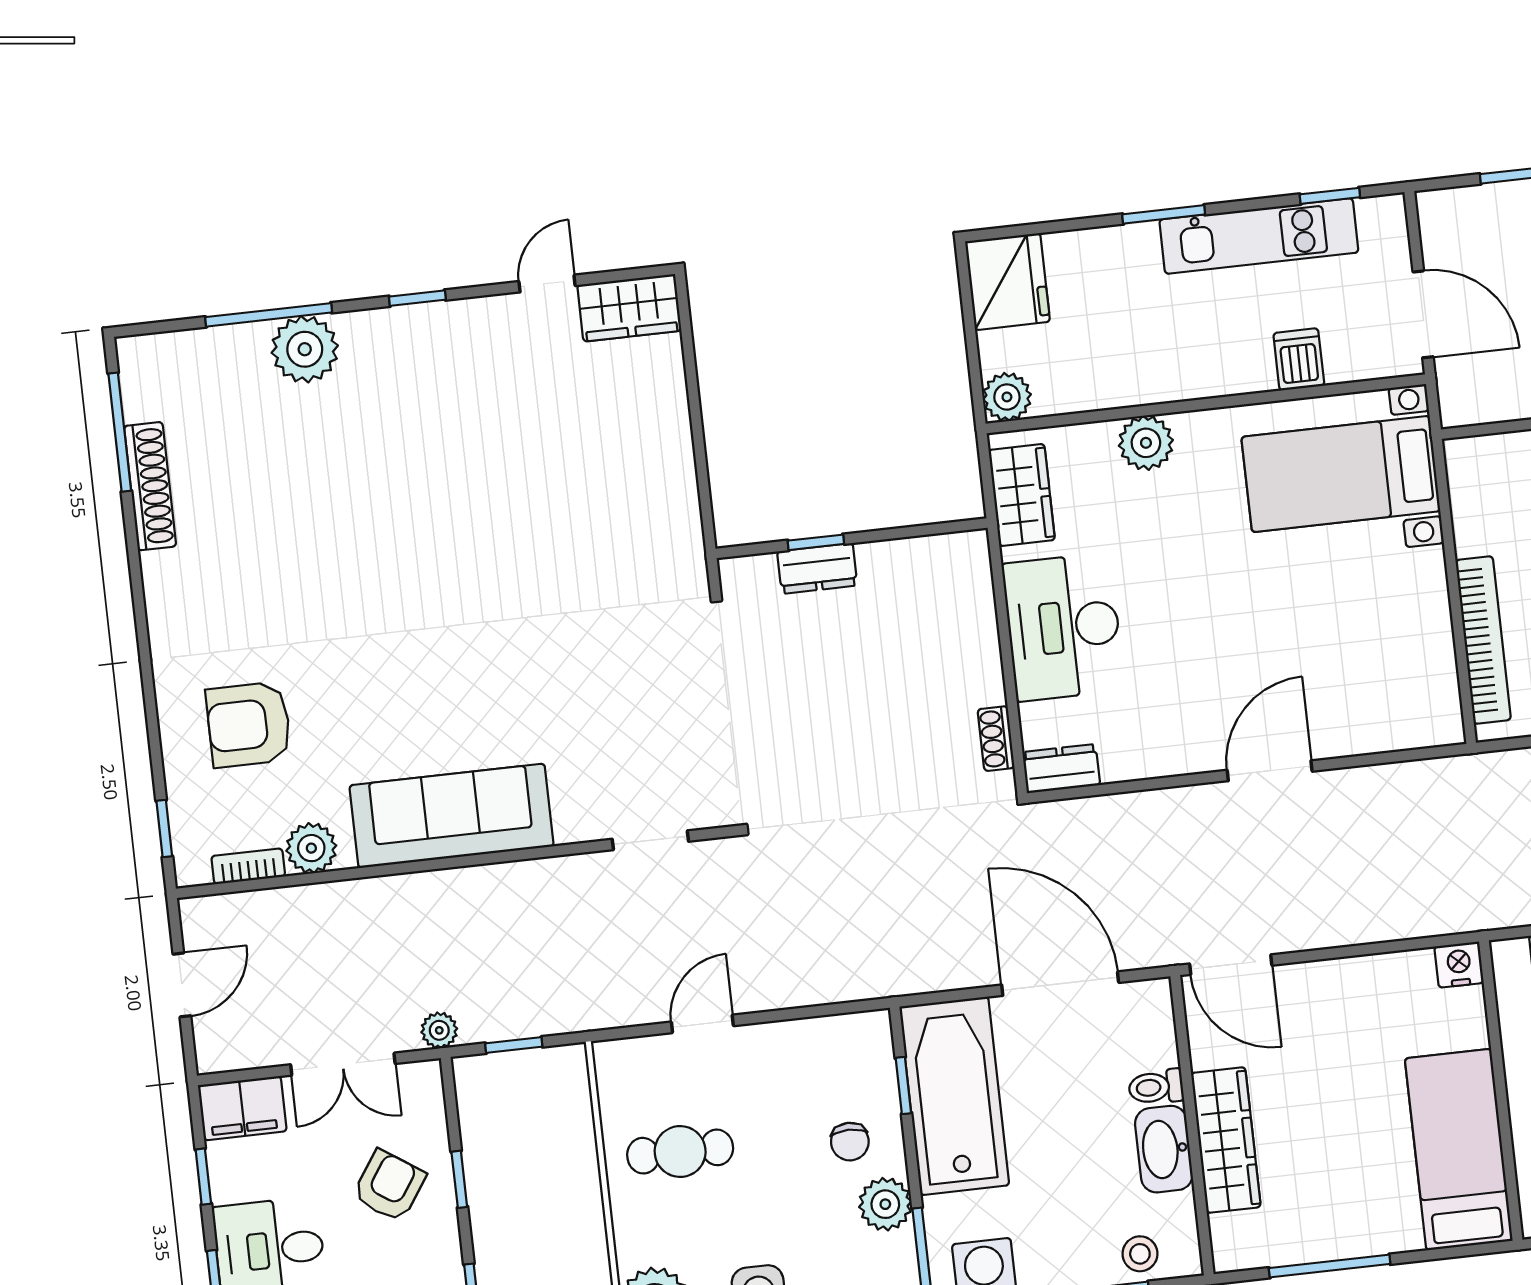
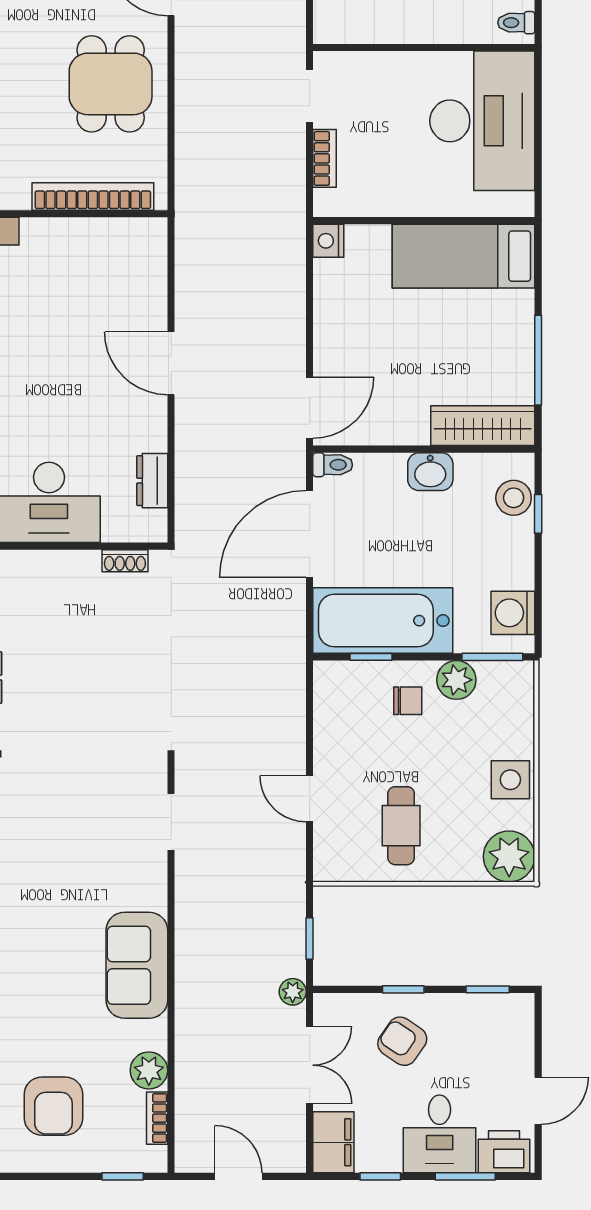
dresser: (1061, 769) -> (152, 481), moved
sofa: (452, 816) -> (137, 965), width x0.73
toilet: (1156, 1087) -> (333, 465), moved, turned -90
wardrobe: (1226, 1140) -> (483, 426), moved
washbasin: (1164, 1149) -> (430, 472), width x0.72
stool: (1140, 1254) -> (514, 498), width x1.37, depth x1.37

